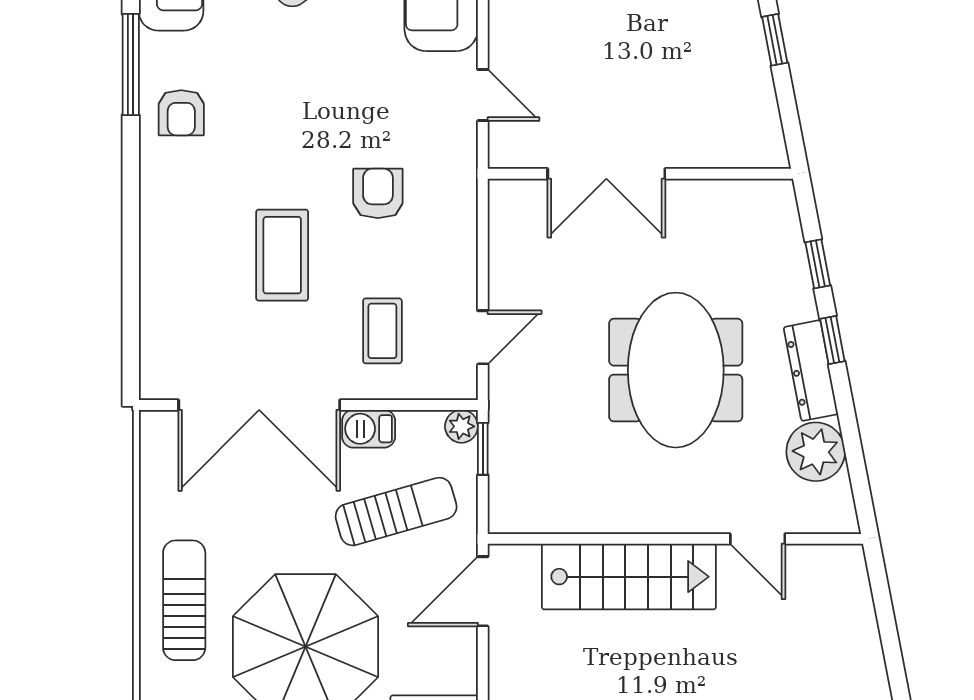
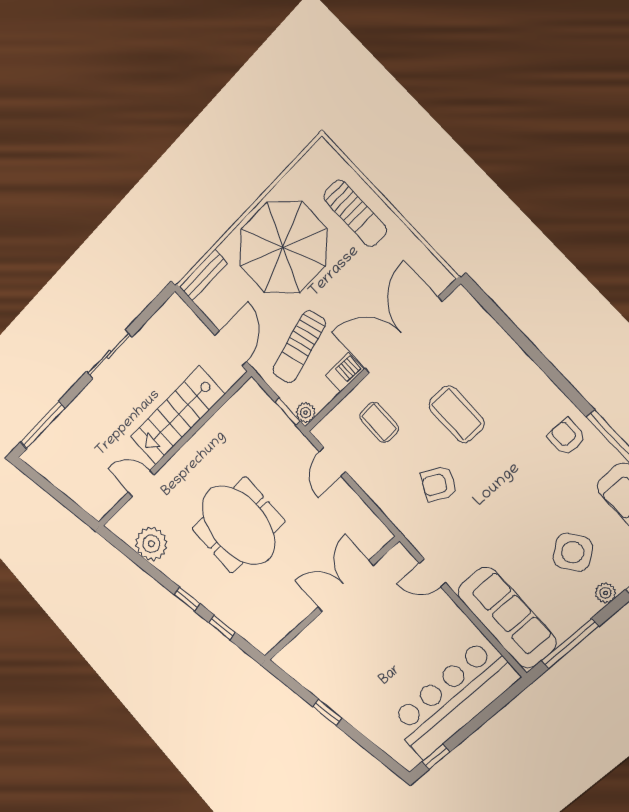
armchair: (378, 193) -> (439, 484), turned 117
dresser: (811, 371) -> (184, 577), removed

